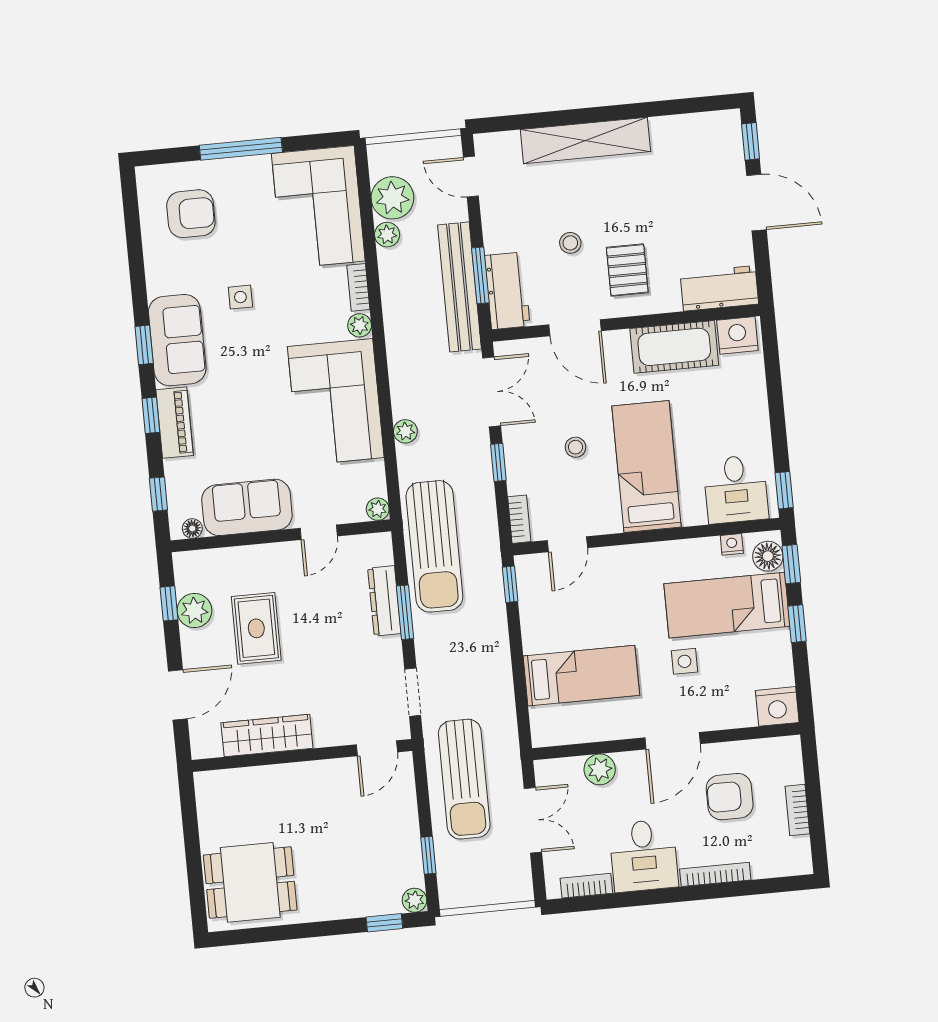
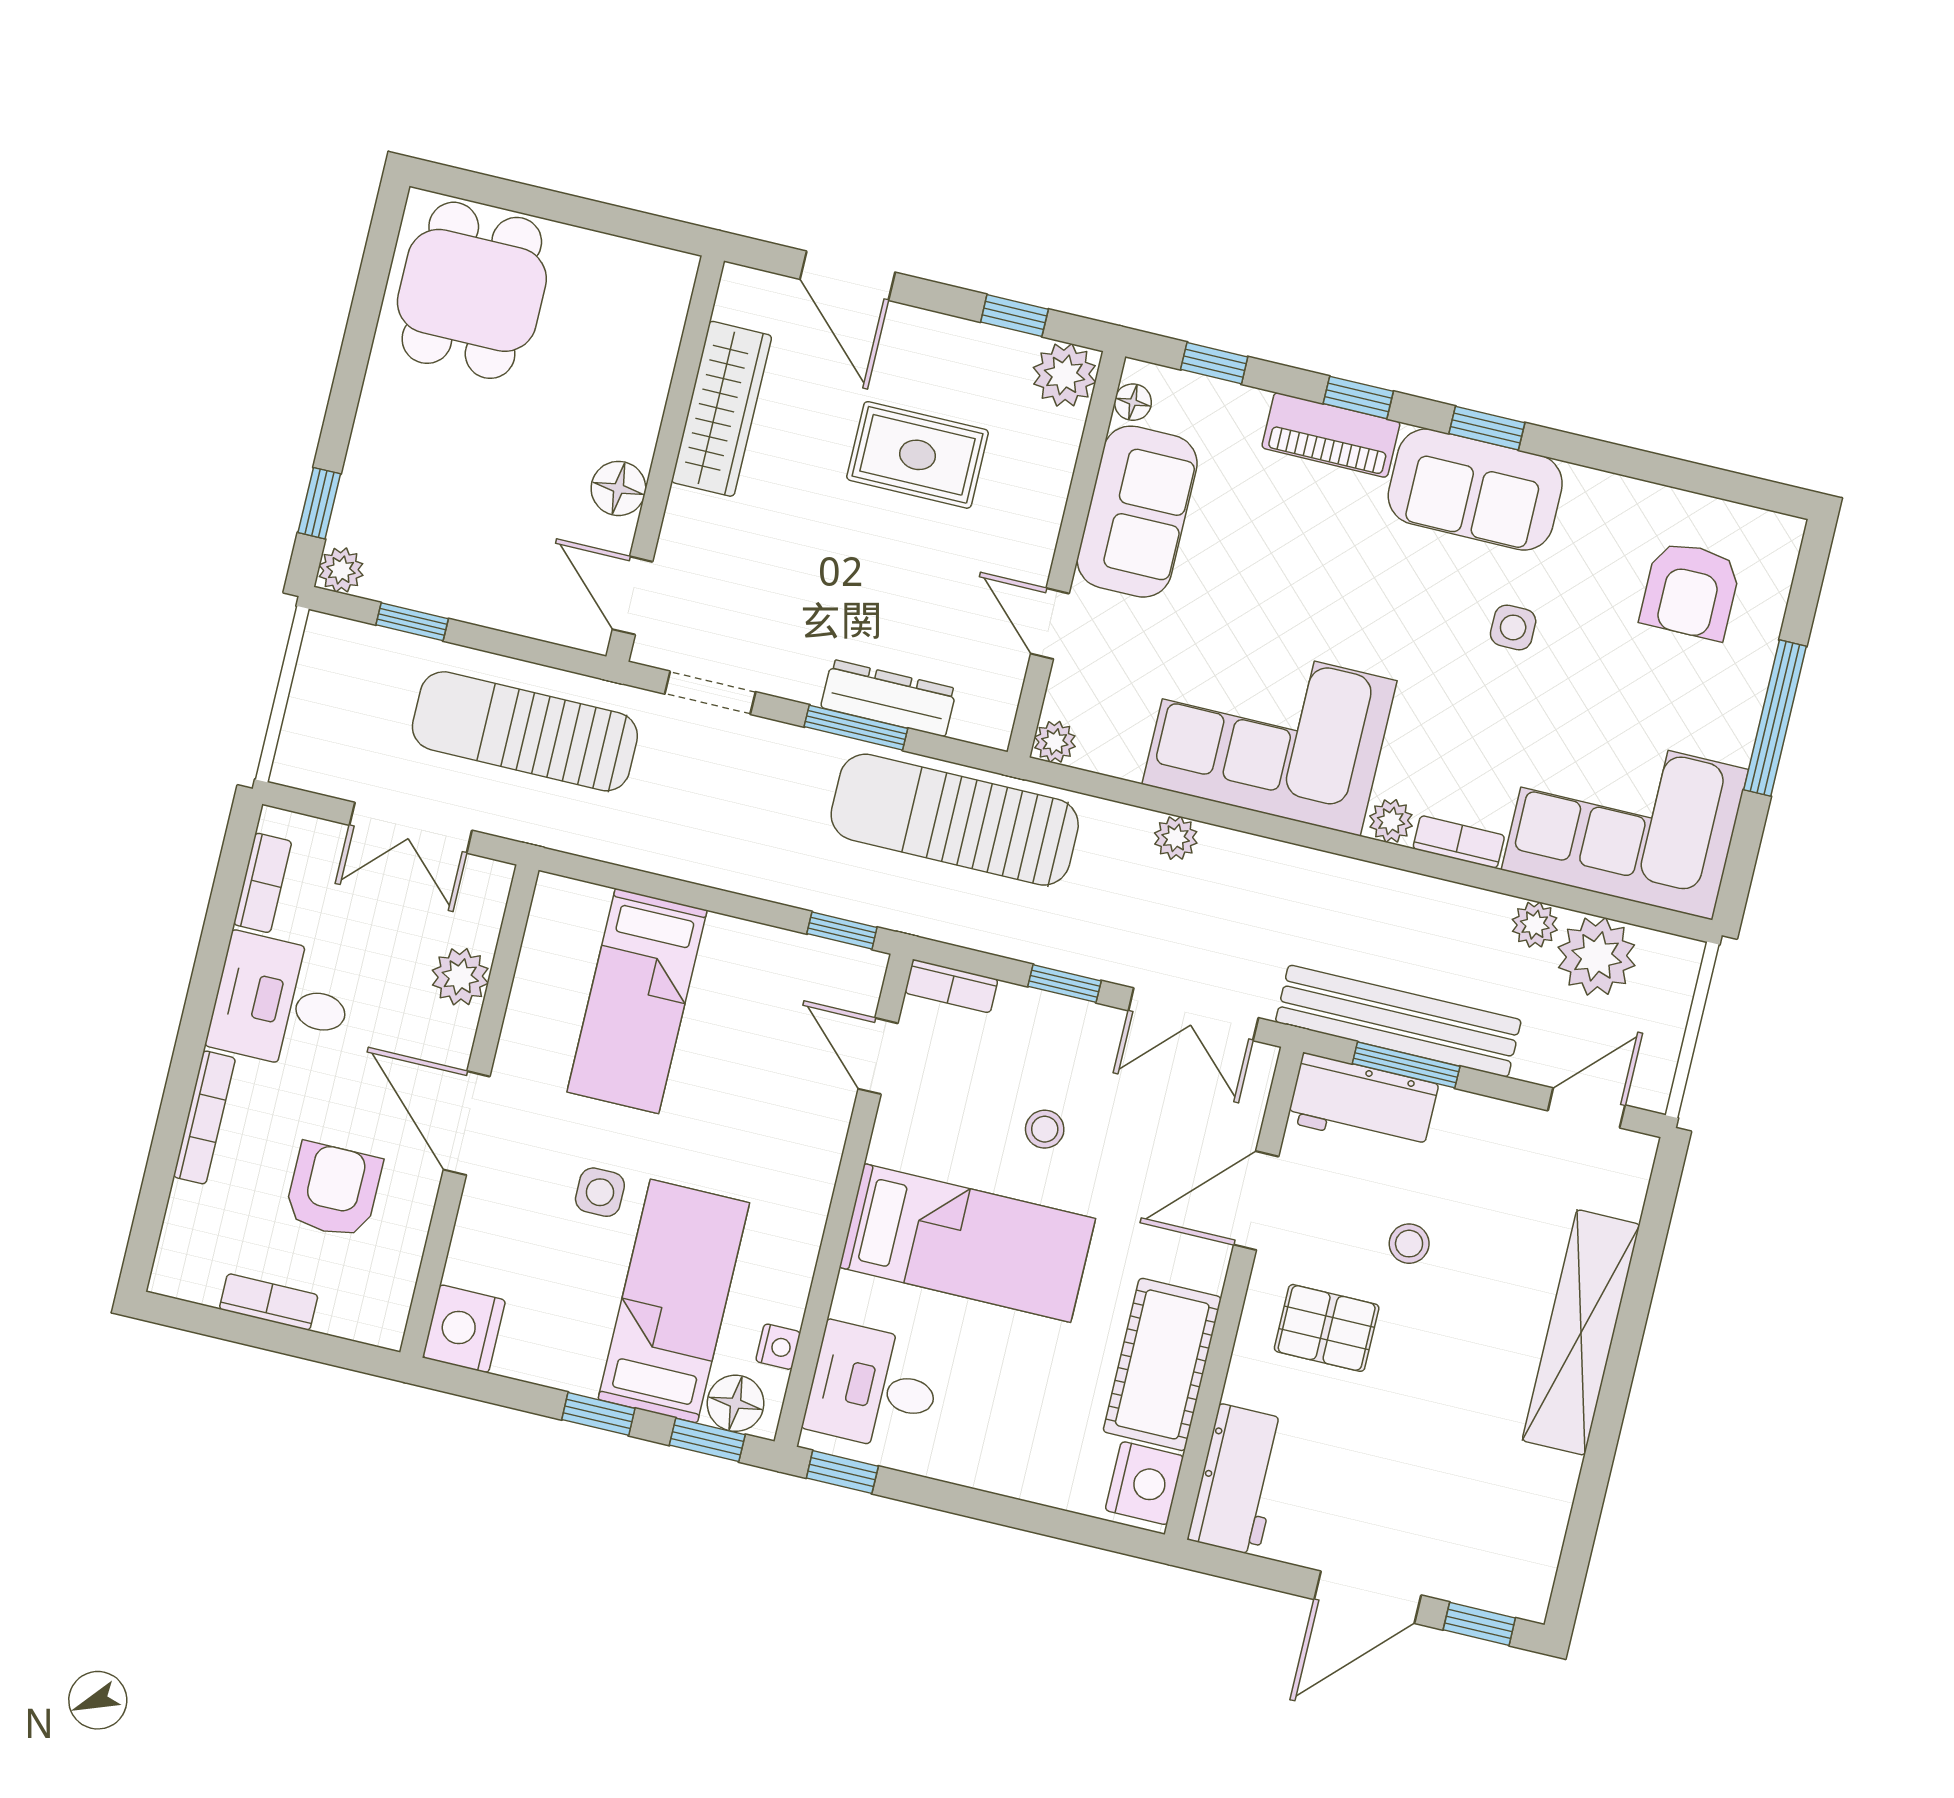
plant: (194, 610) -> (1064, 375), moved
floor lamp: (325, 774) -> (618, 488), added

